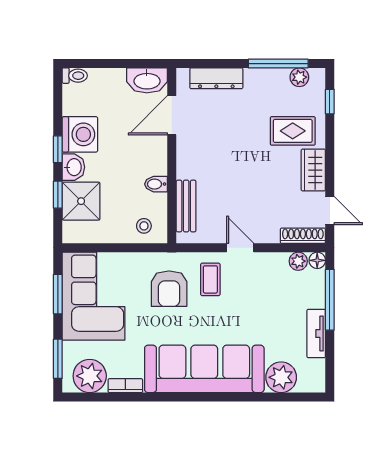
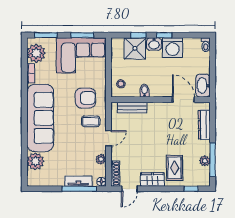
plant: (299, 77) -> (205, 161), moved
plant: (298, 261) -> (101, 159), moved
armchair: (169, 289) -> (85, 98), turned 180
tv unit: (316, 334) -> (78, 181), moved

